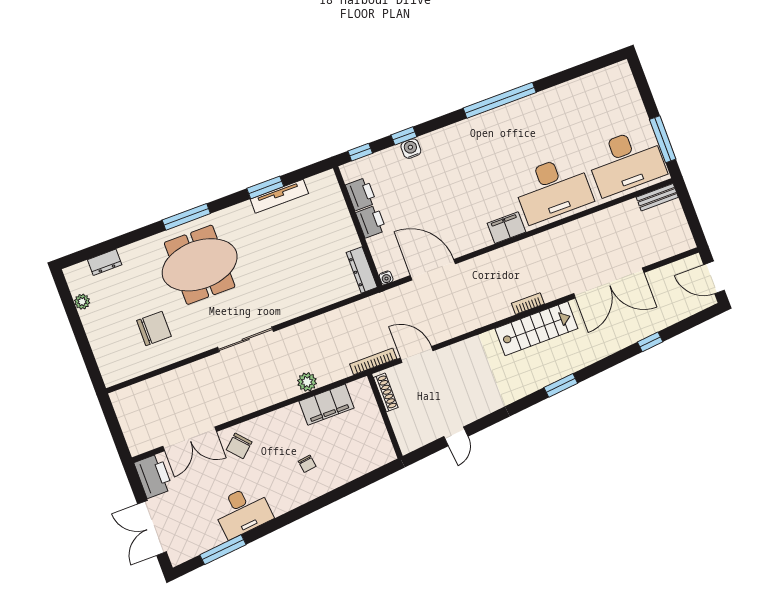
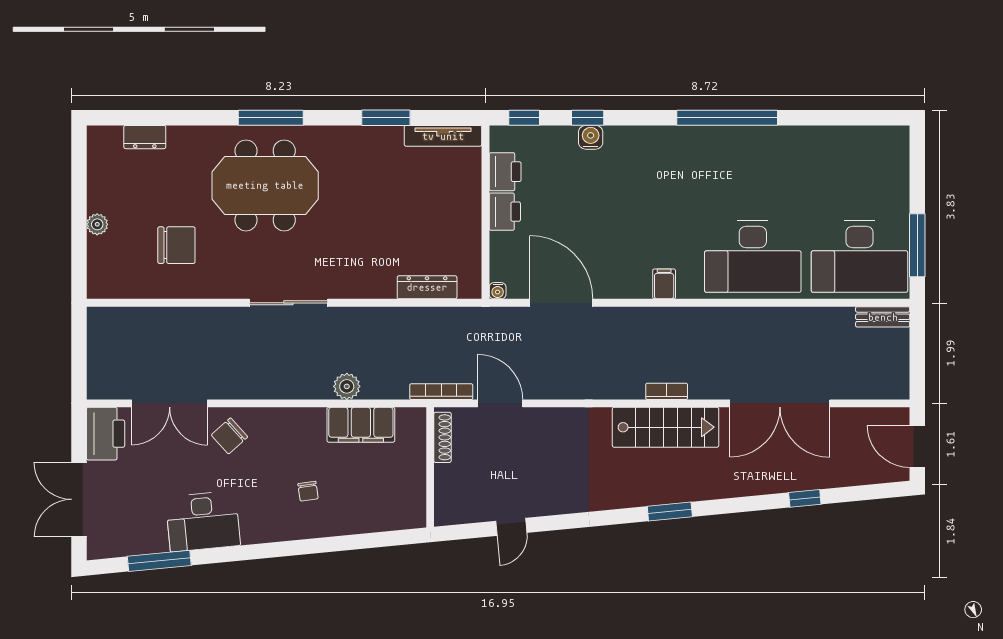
tv unit: (279, 196) -> (443, 136), moved
filing cabinet: (506, 228) -> (664, 284), width x0.50
dresser: (362, 270) -> (427, 287), moved, turned 90
plant: (82, 302) -> (97, 224), moved

